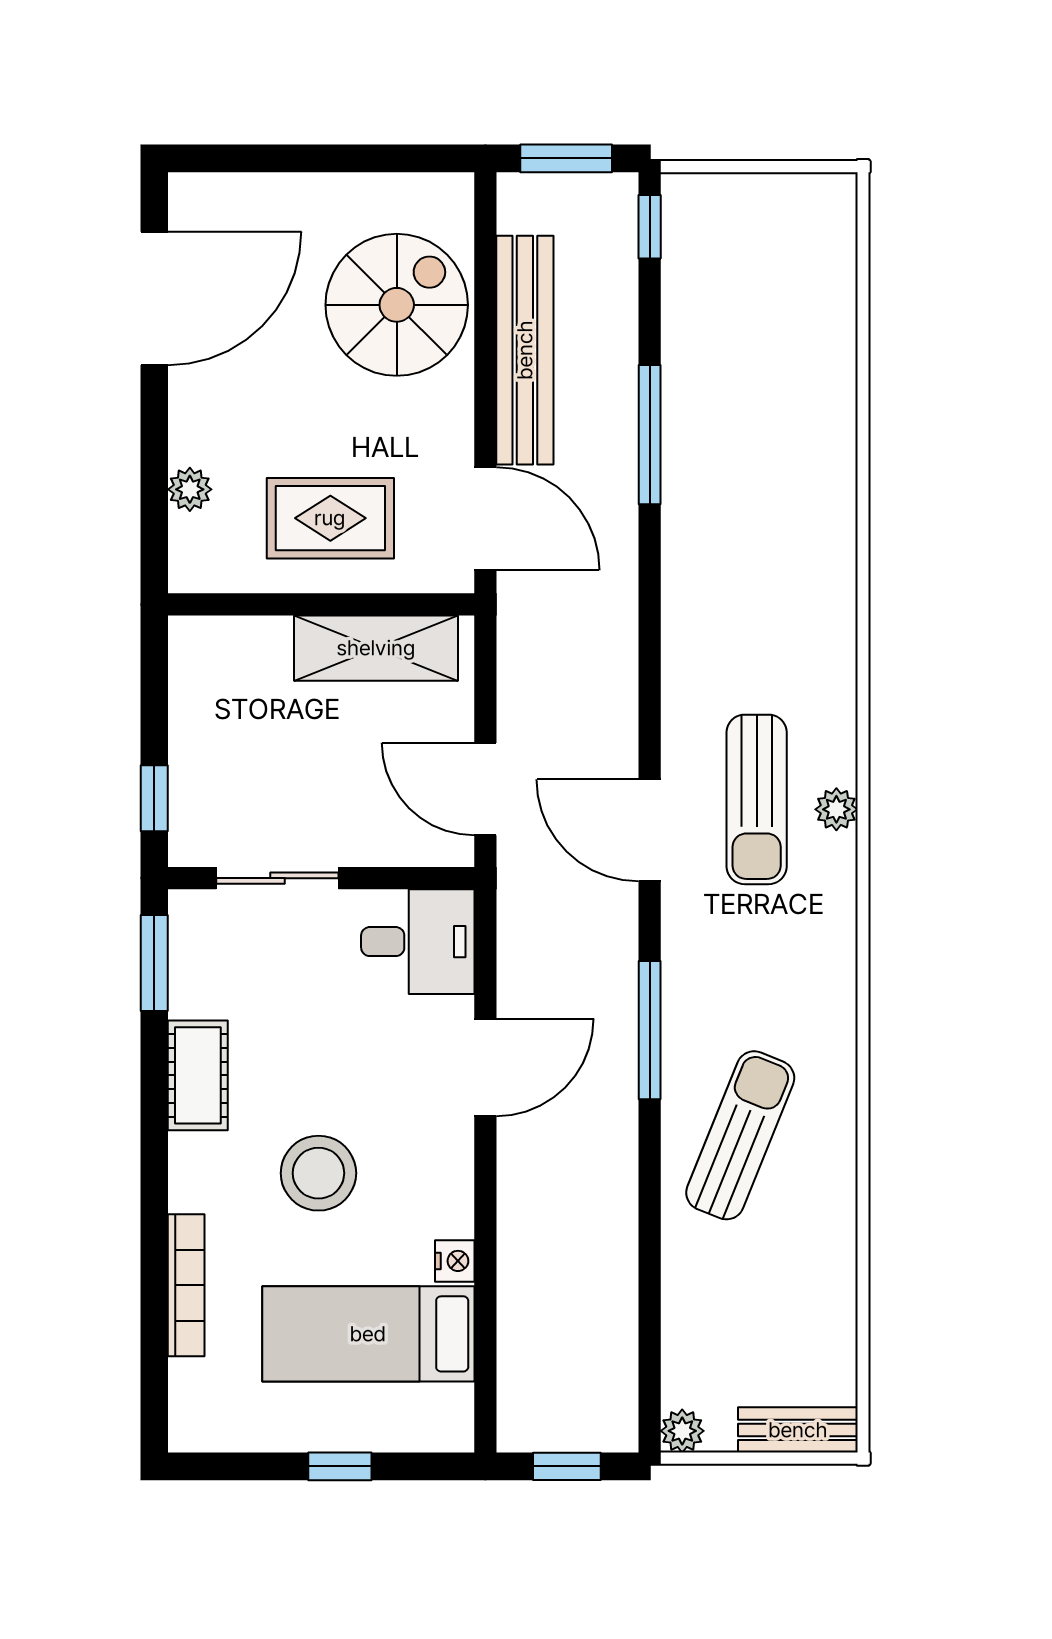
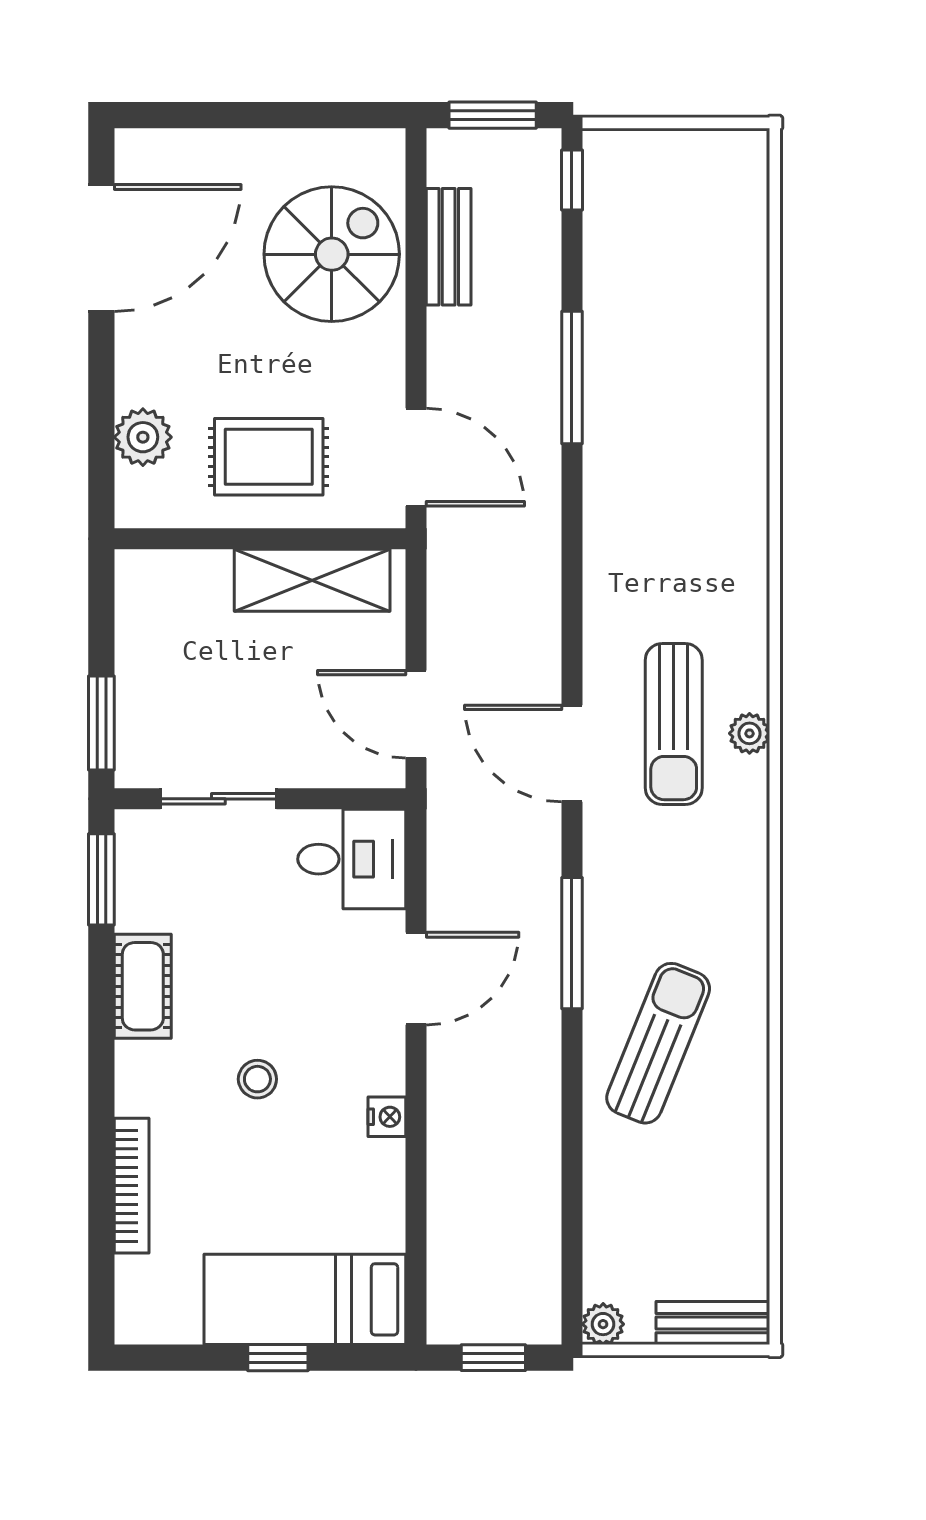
bench: (525, 350) -> (449, 247), width x0.54, depth x0.82
plant: (190, 489) -> (143, 437), width x1.38, depth x1.38
window: (154, 798) -> (101, 723), width x1.50
stool: (318, 1173) -> (257, 1079), width x0.53, depth x0.53
nightstand: (455, 1261) -> (387, 1117), moved
bed: (368, 1334) -> (305, 1299), moved

